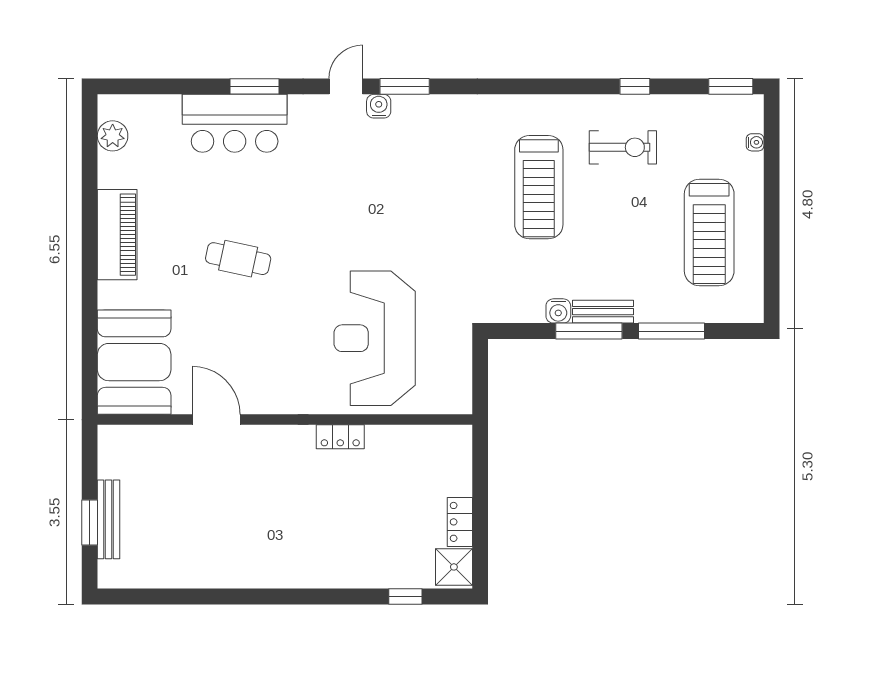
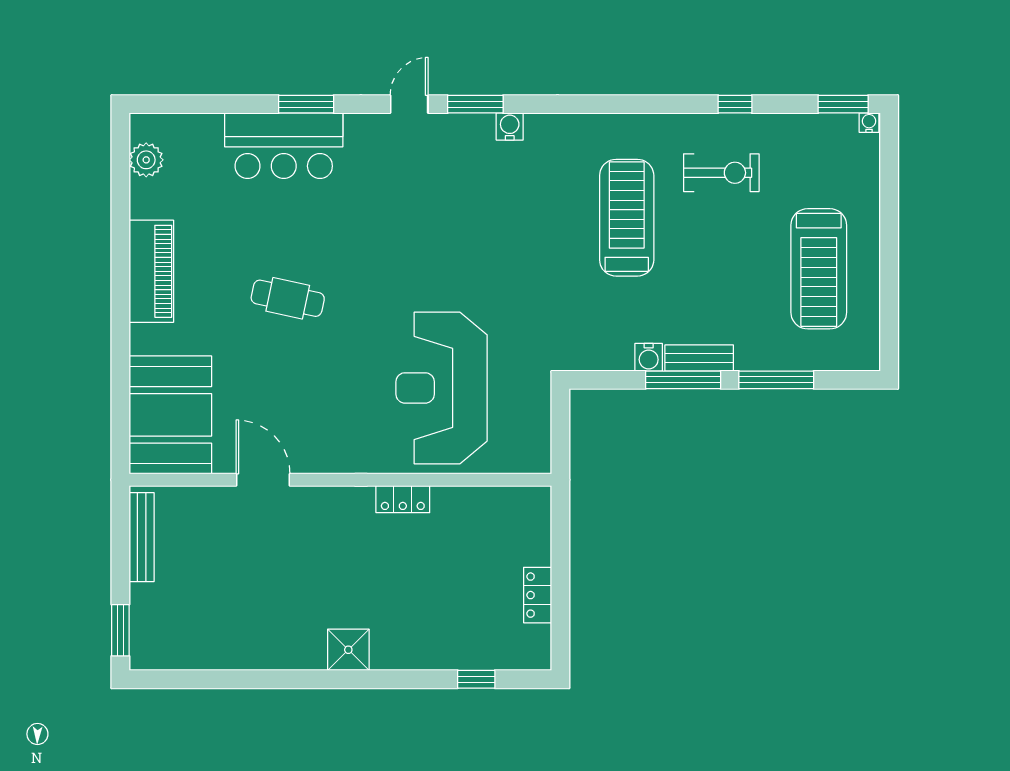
water cooler: (379, 106) -> (510, 126), moved
water cooler: (755, 142) -> (869, 123), moved, turned -90
treadmill: (539, 187) -> (627, 218), turned 180
bench: (109, 519) -> (142, 537), moved
window: (90, 523) -> (120, 630), moved
shower: (454, 567) -> (348, 650), moved

